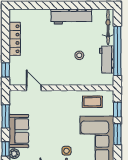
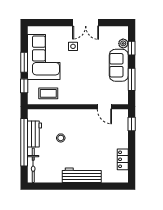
workbench: (71, 16) -> (82, 175), moved
locker: (15, 39) -> (123, 159), width x0.66

